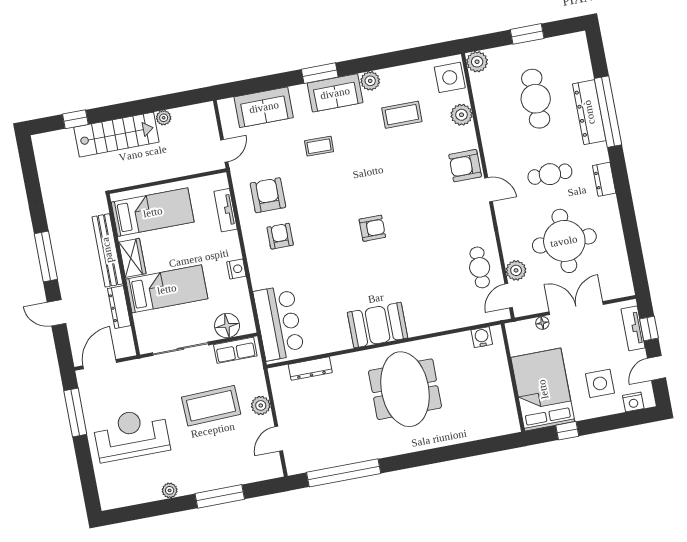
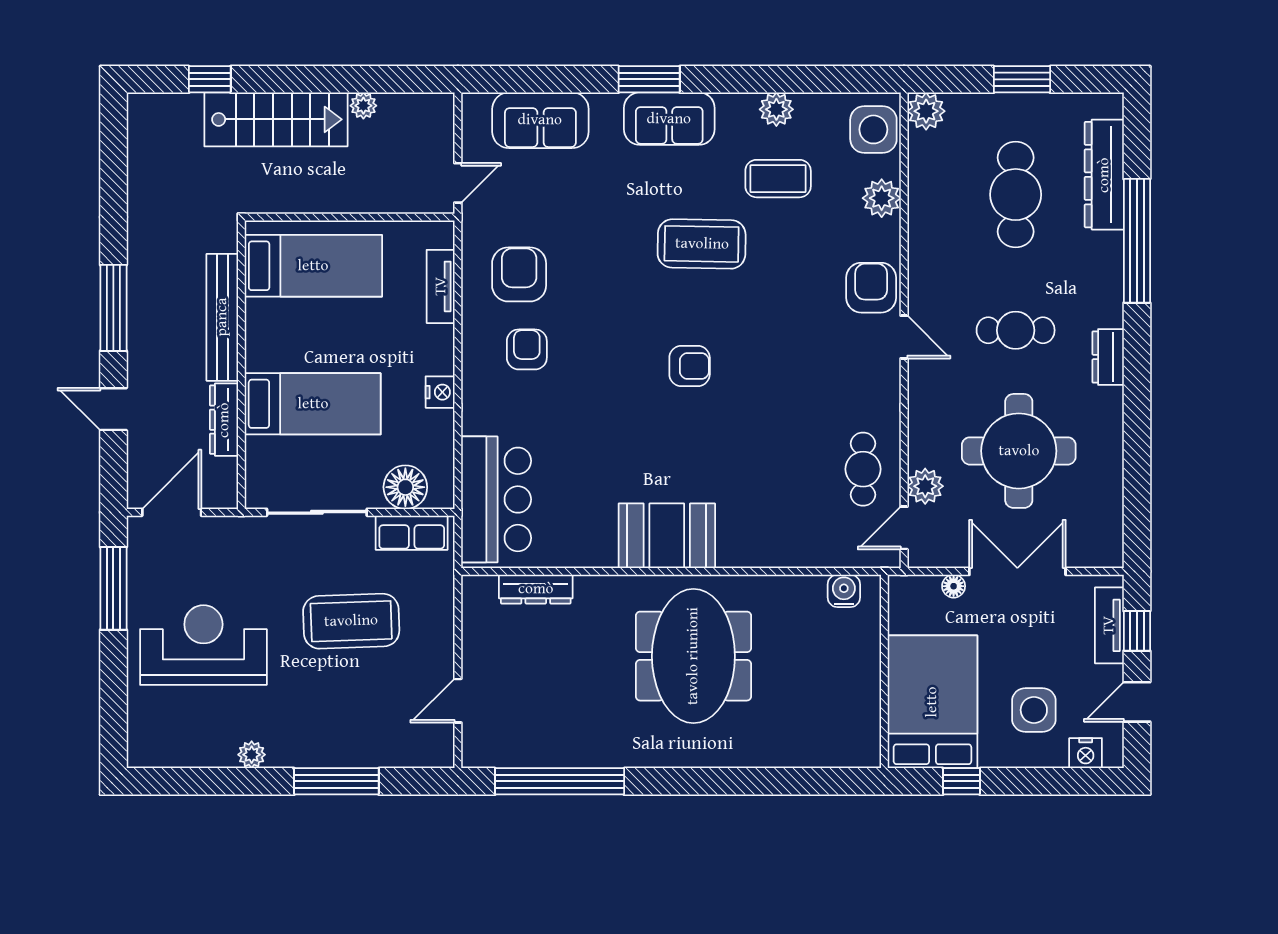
plant: (370, 81) -> (776, 109), moved
dresser: (589, 112) -> (1104, 175), moved
coffee table: (319, 146) -> (702, 244), moved, width x1.86, depth x1.72
armchair: (465, 166) -> (871, 288), turned 90
wardrobe: (132, 258) -> (263, 339), removed
plant: (261, 405) -> (438, 637), removed

